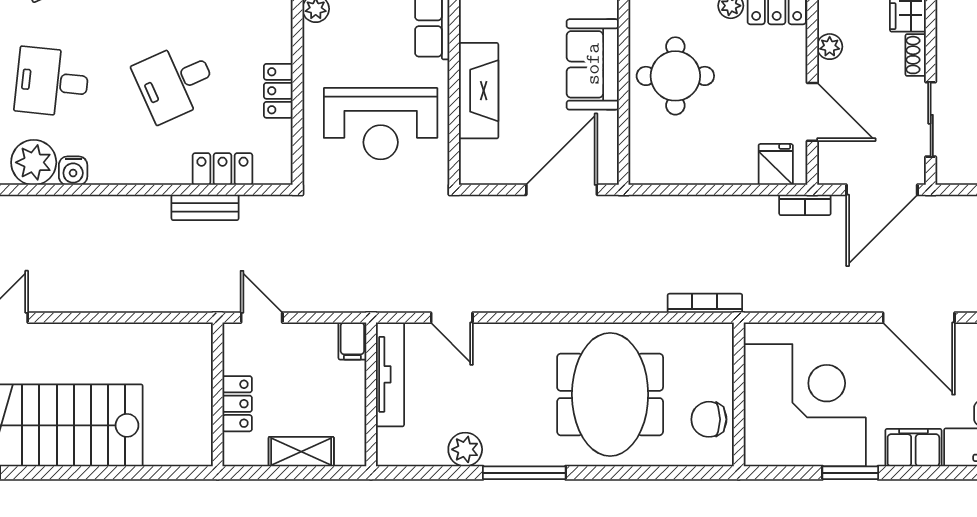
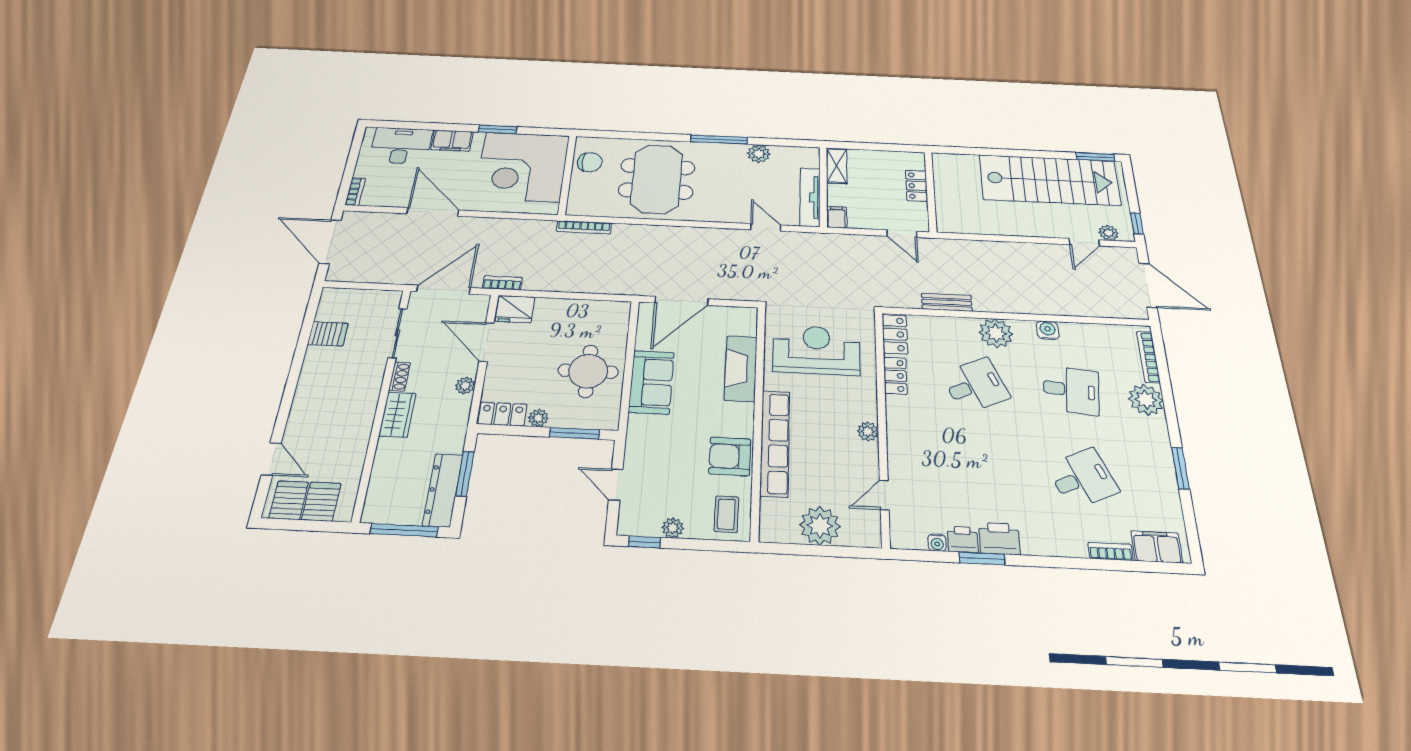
plant: (34, 162) -> (996, 333), moved
fridge: (776, 164) -> (515, 309), width x1.38
locker: (222, 169) -> (895, 334), moved, turned -90
shelving: (301, 452) -> (837, 166), moved, turned 90

